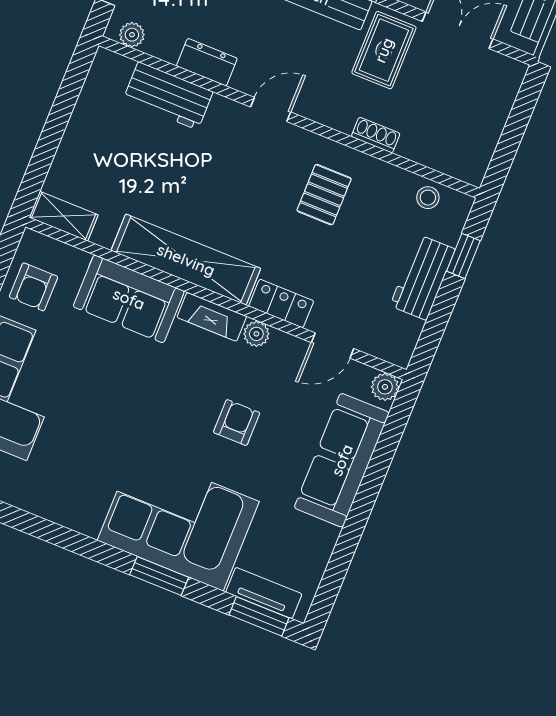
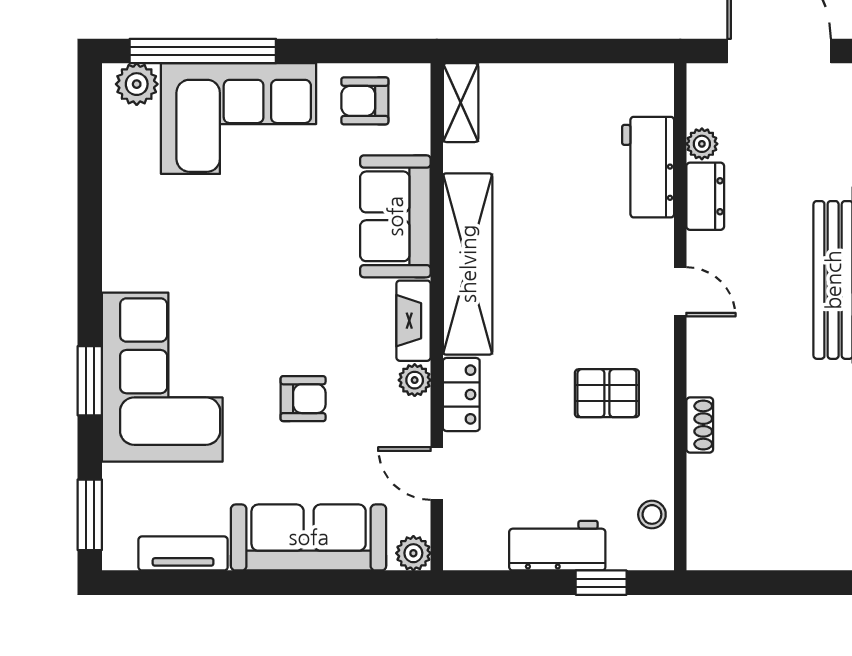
plant: (132, 35) -> (702, 144), moved
rug: (384, 50) -> (802, 395), removed
tv unit: (264, 593) -> (183, 553), moved, turned -90

